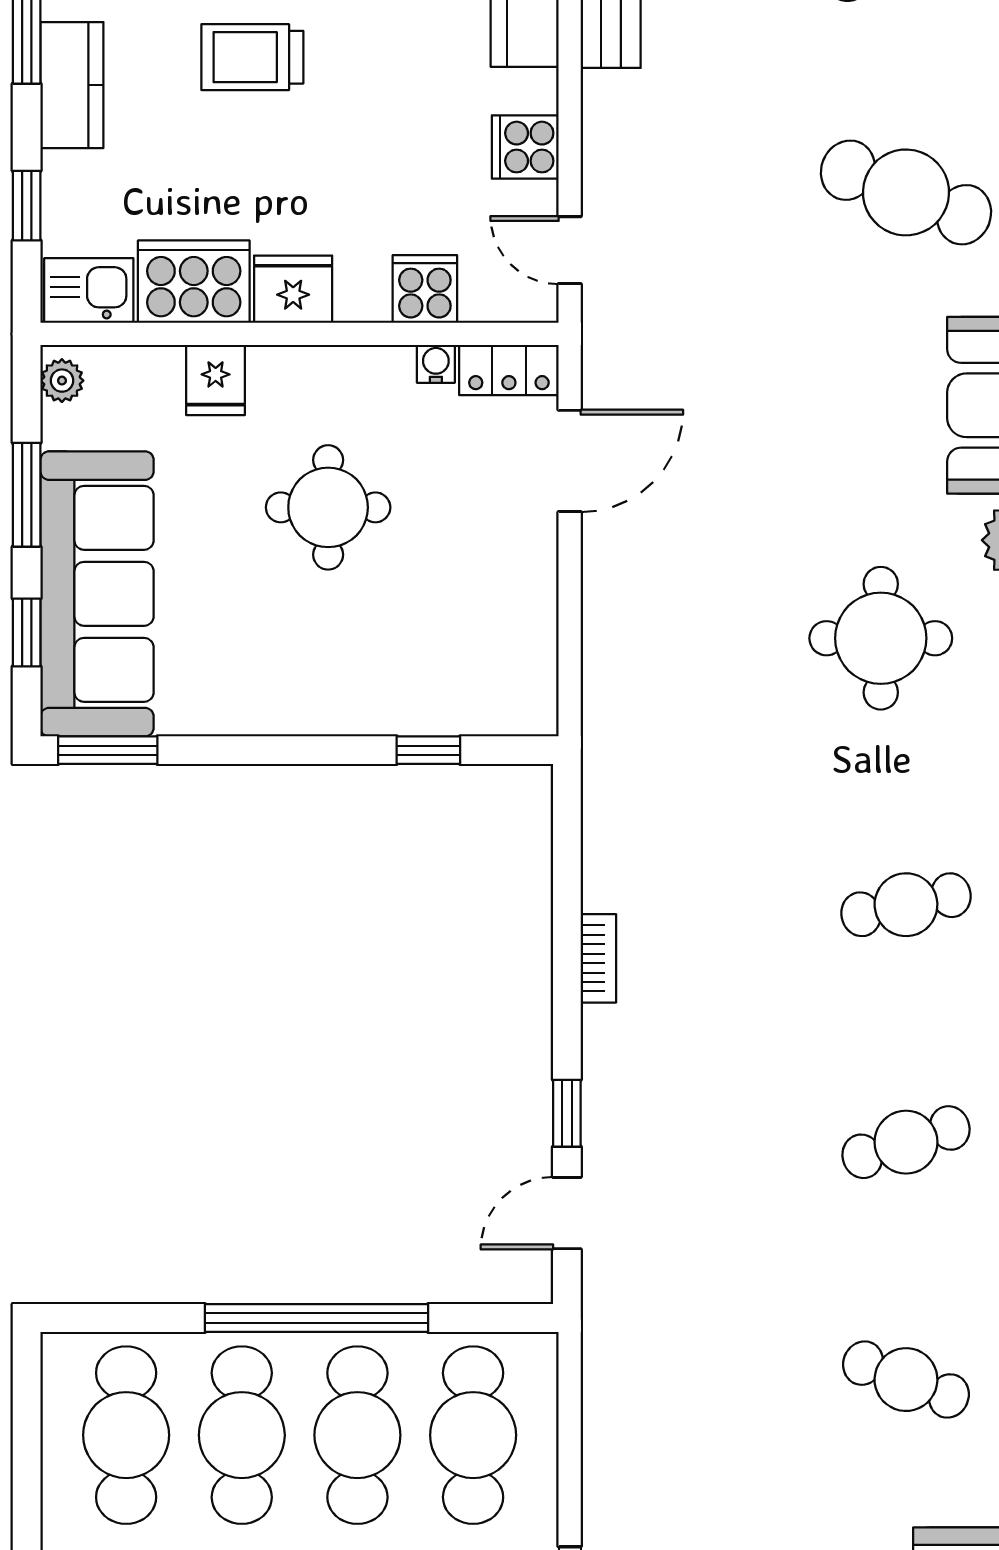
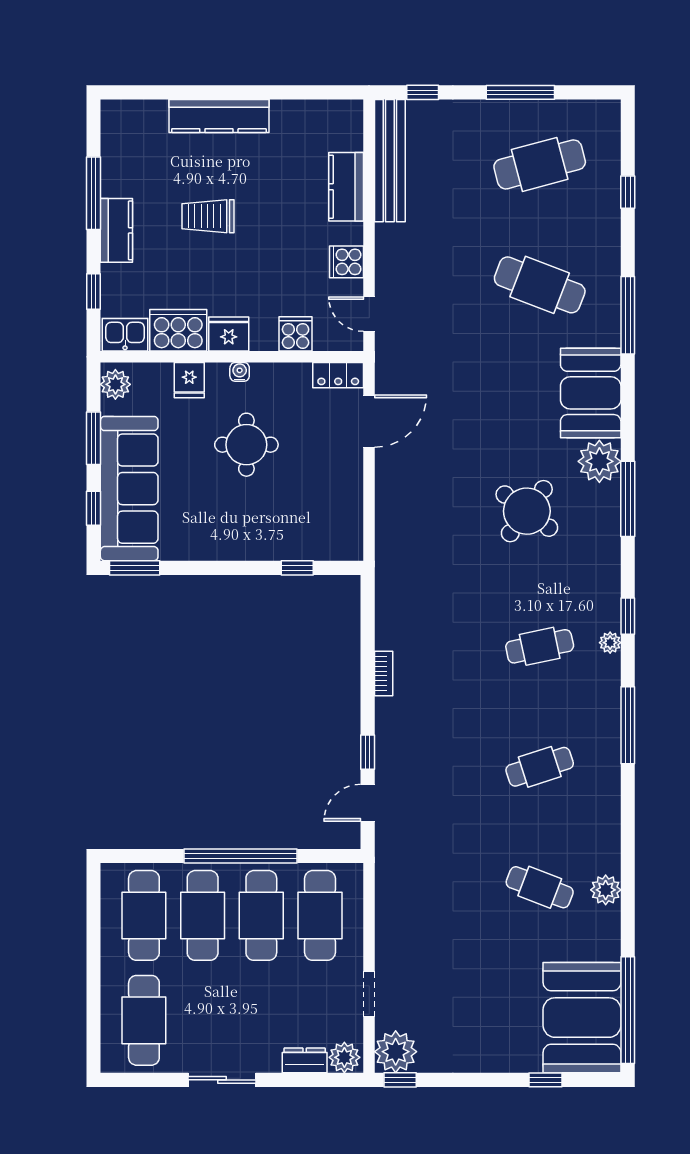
water cooler: (436, 364) -> (240, 372), moved
plant: (62, 381) -> (115, 384), width x1.38, depth x1.38
round table: (881, 638) -> (527, 511), turned 37

